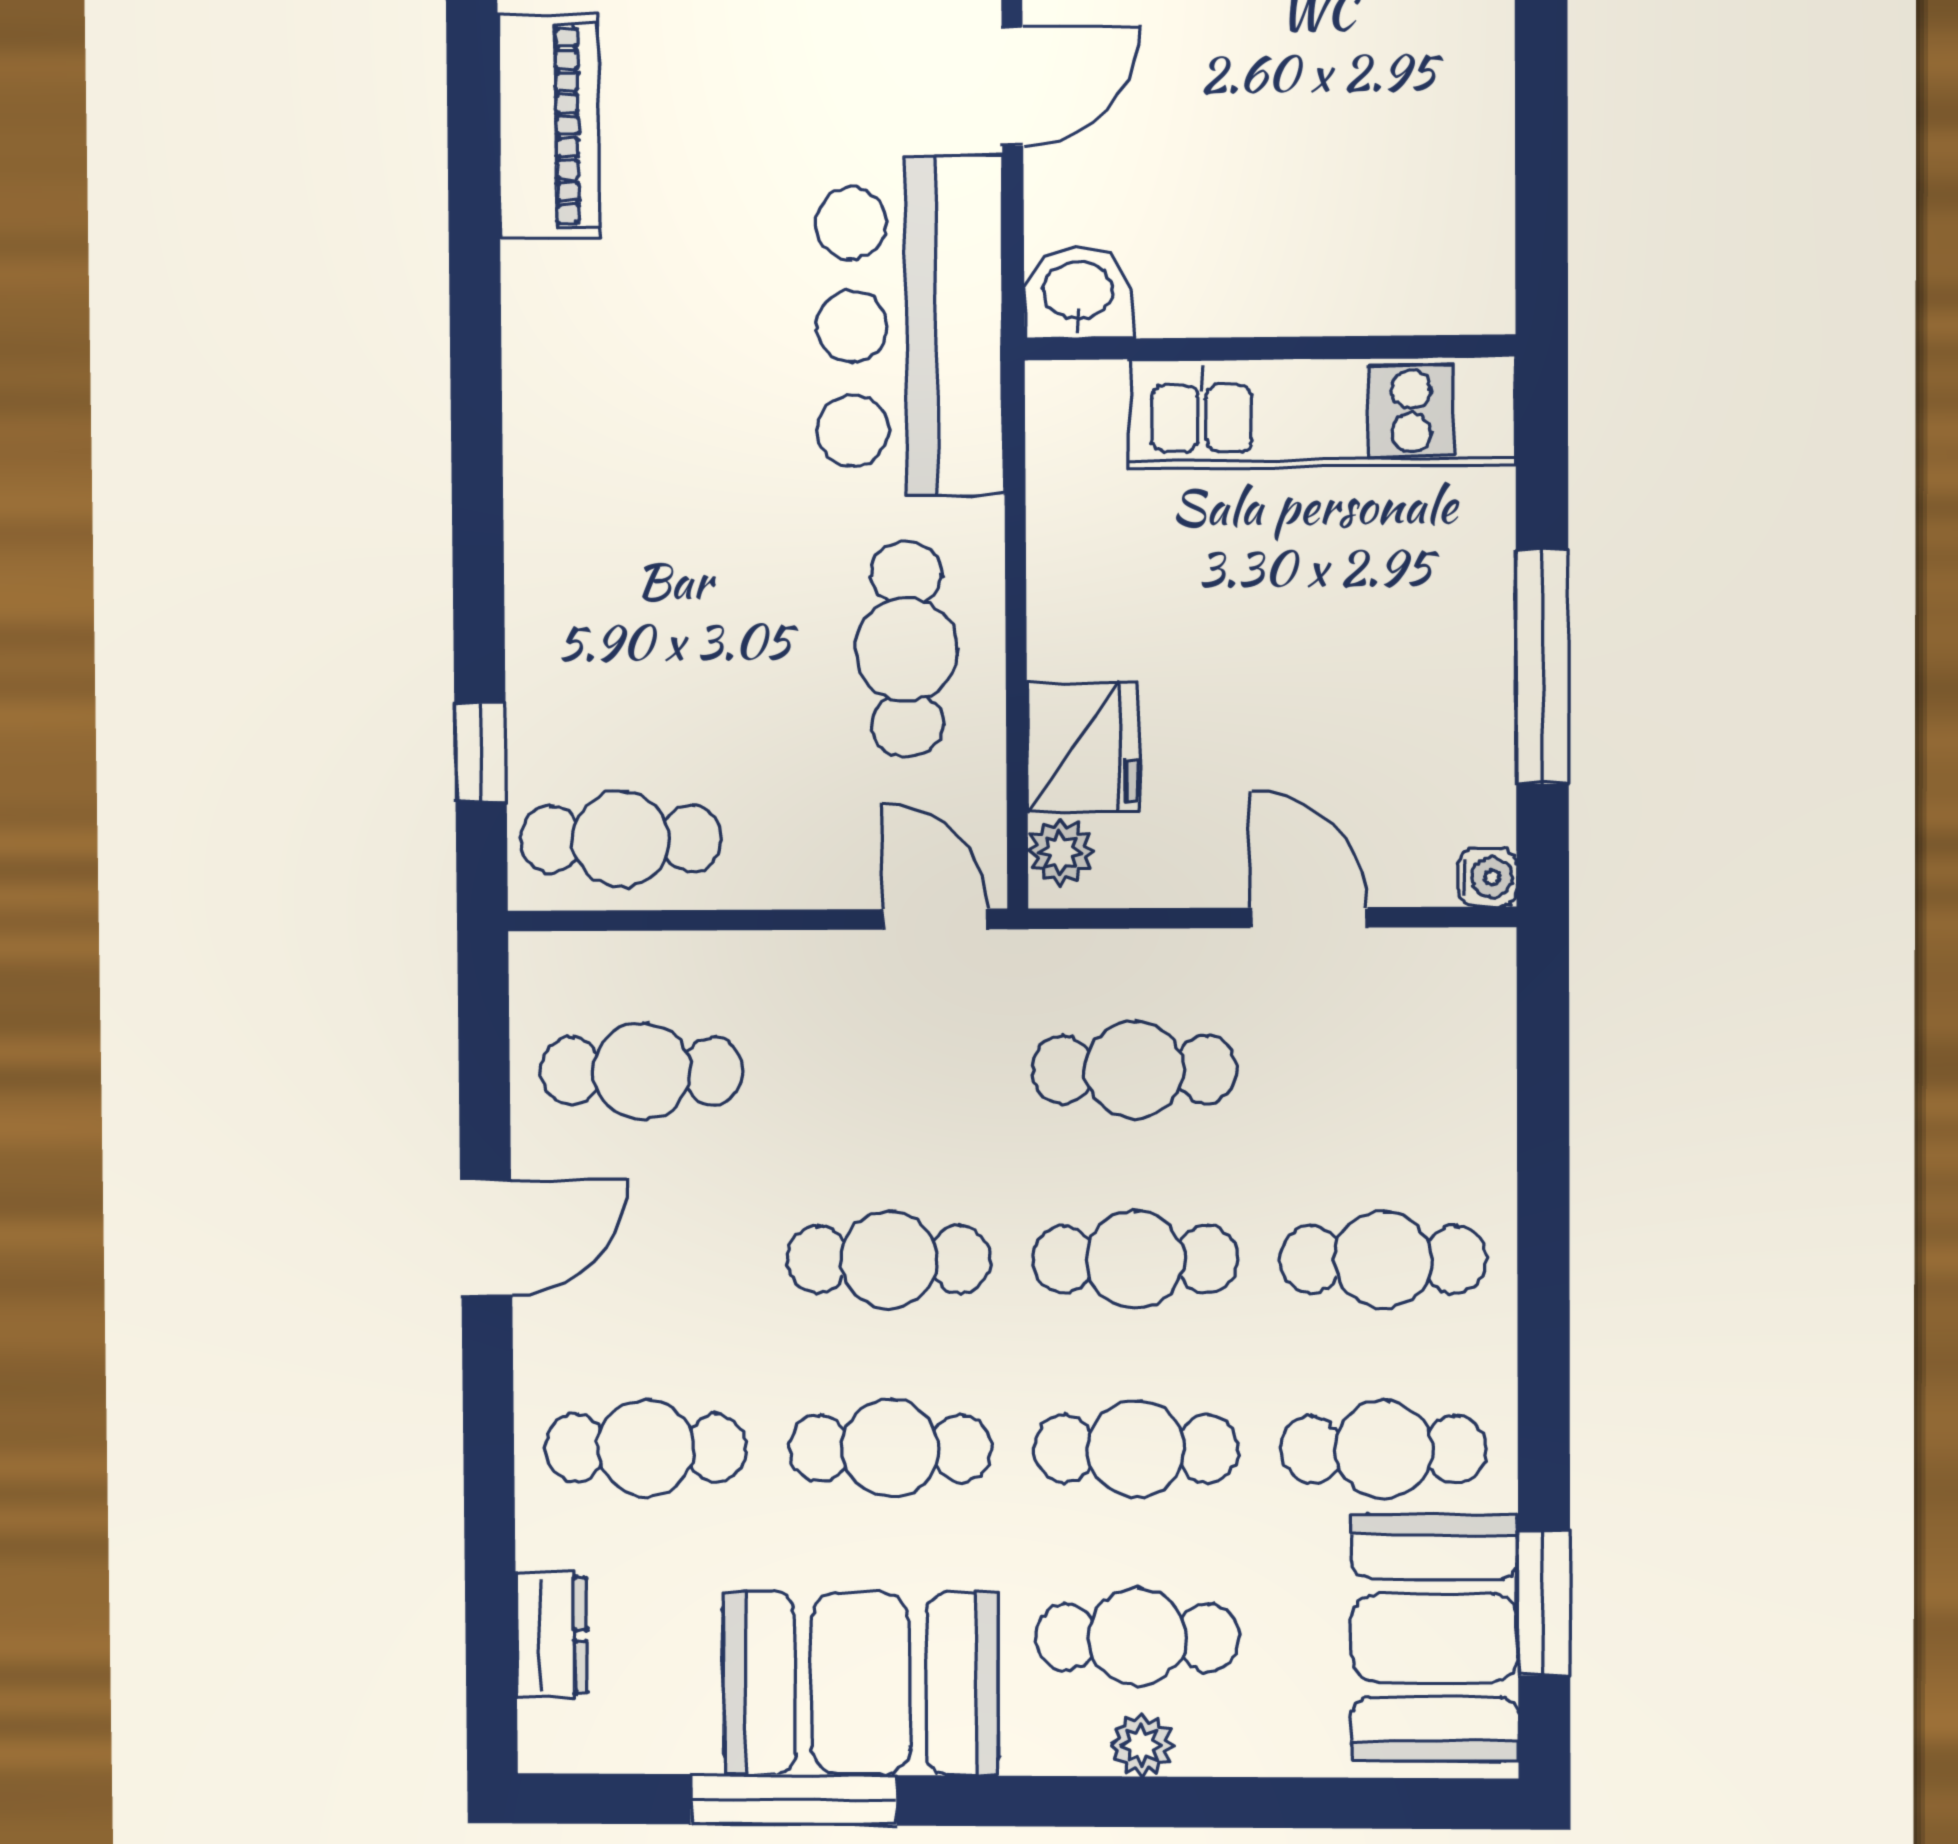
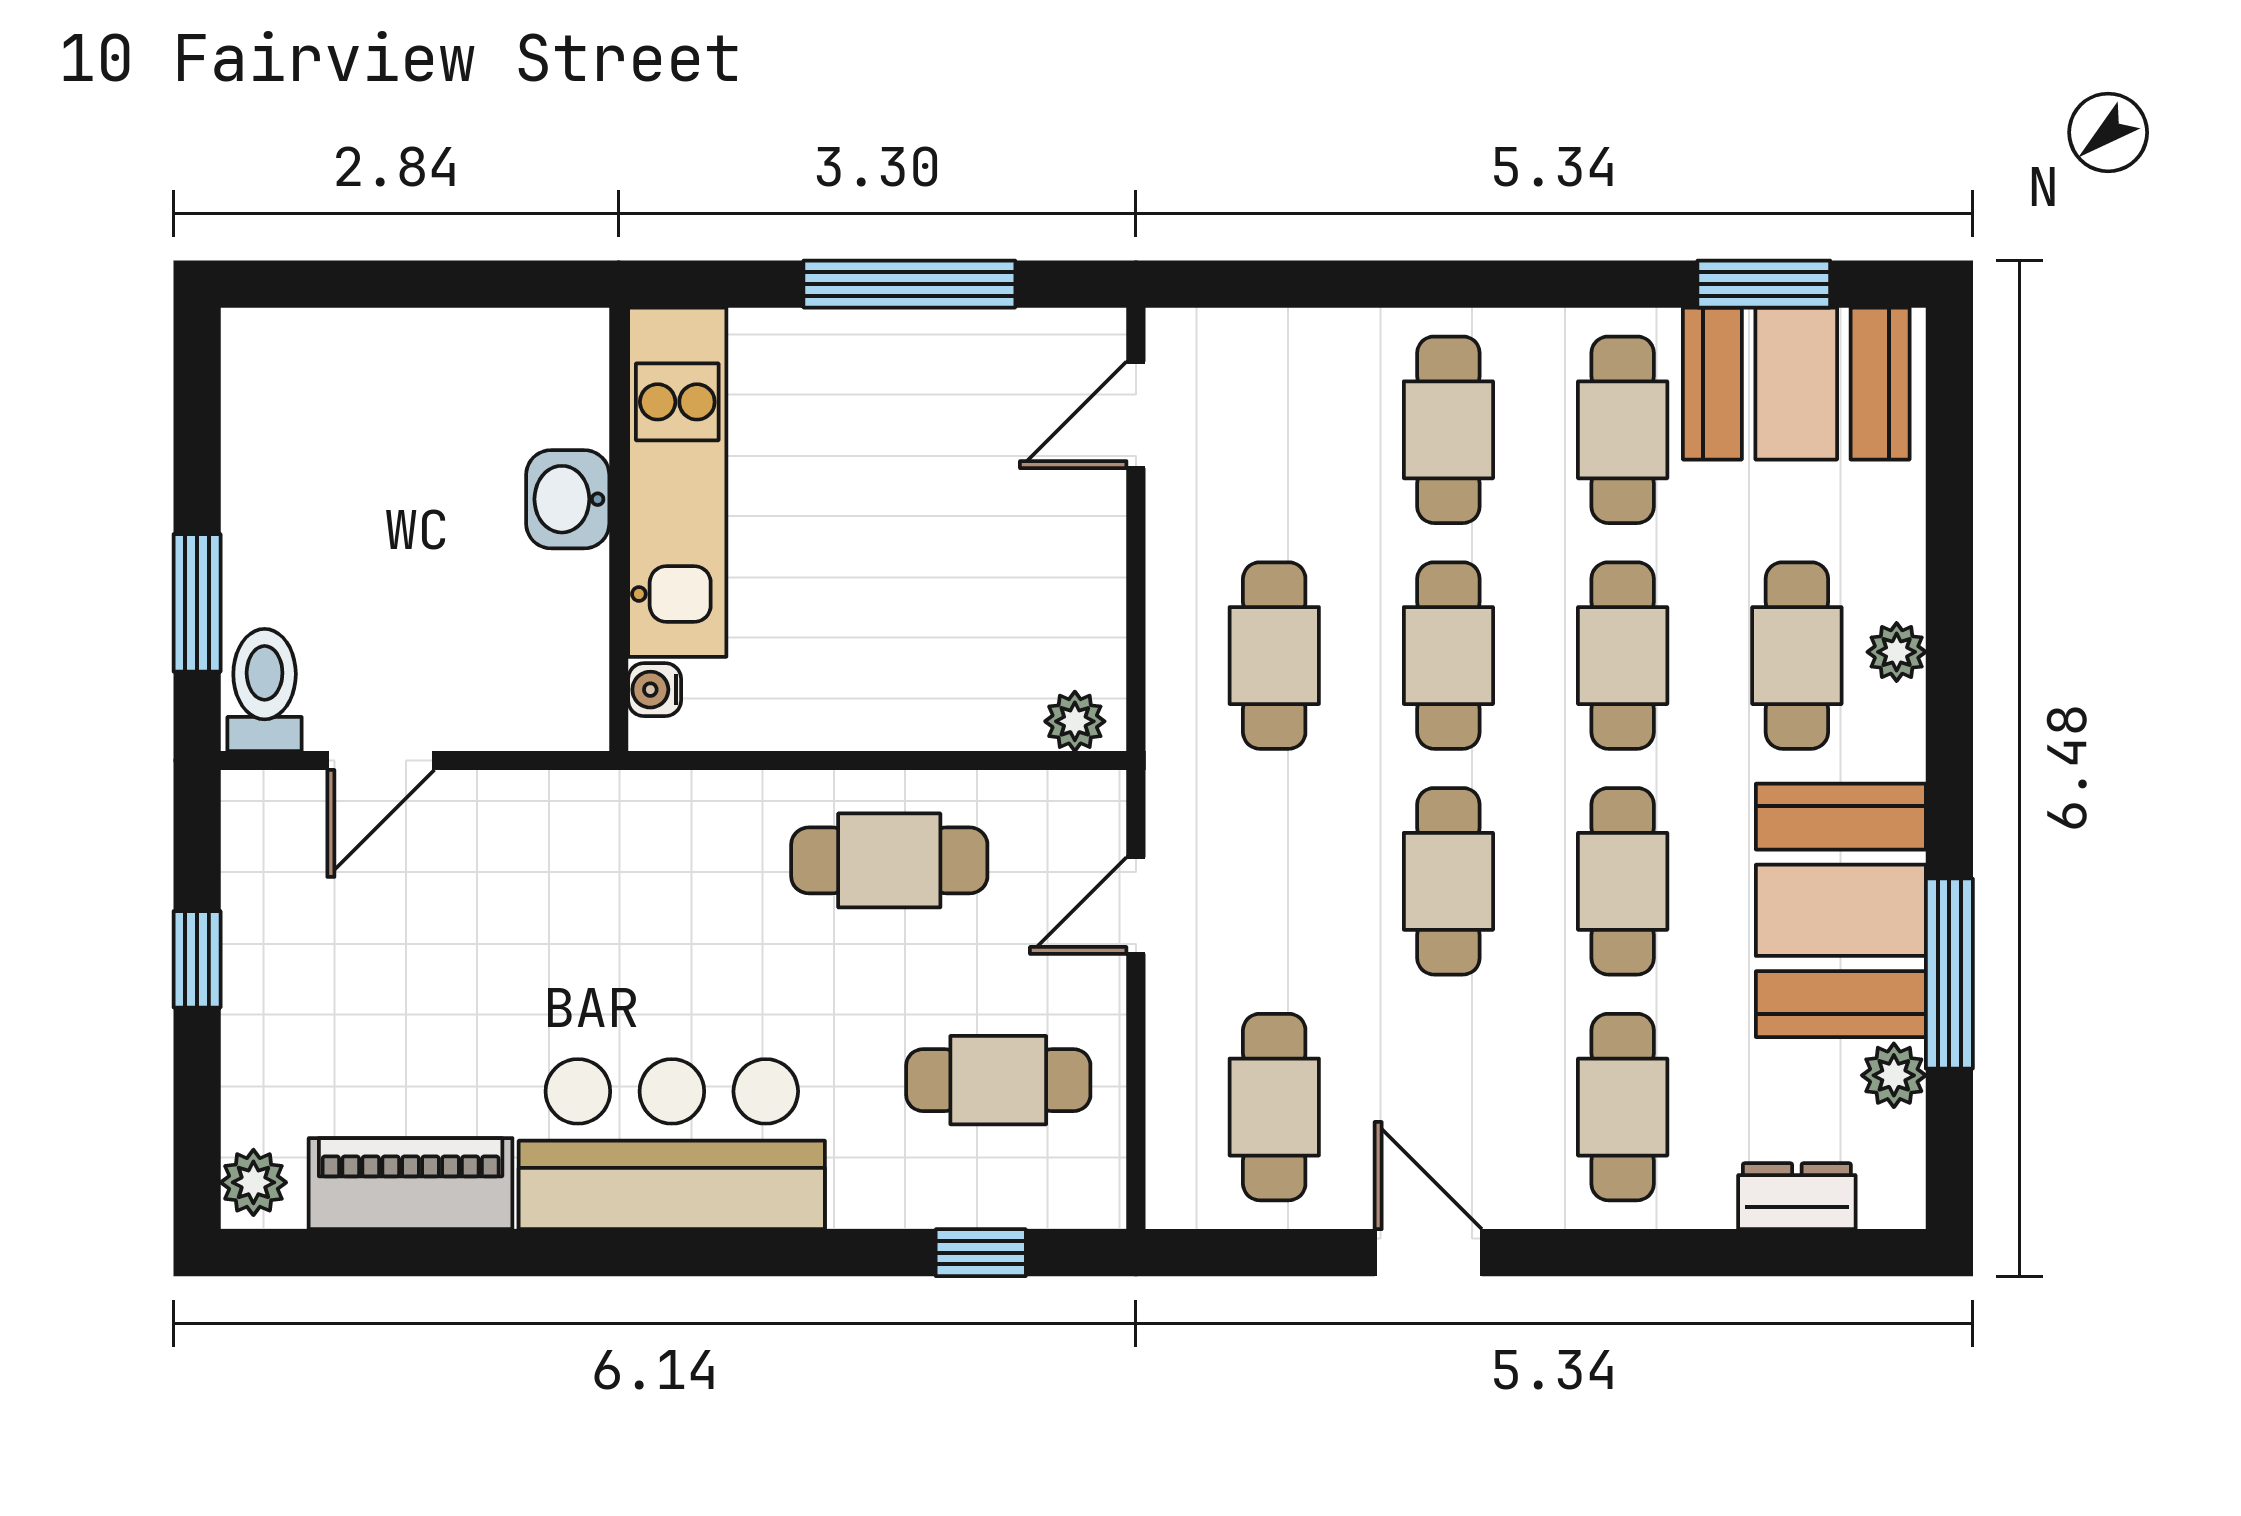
door: (1012, 87) -> (381, 761), swing flipped
washbasin: (1078, 293) -> (568, 499), moved
bar counter: (910, 326) -> (672, 1144), moved, turned 180
fridge: (1083, 747) -> (980, 700), removed
cafe table: (621, 839) -> (998, 1080), moved, turned 90
water cooler: (1487, 877) -> (655, 690), moved, turned -90
door: (1309, 918) -> (1136, 415), moved
door: (935, 919) -> (1136, 906), moved
plant: (683, 1740) -> (1894, 1075), added

